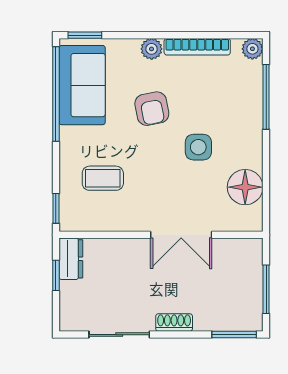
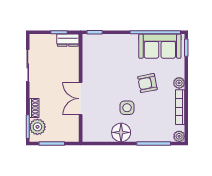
coffee table: (103, 178) -> (111, 57), removed
floor lamp: (245, 187) -> (121, 132), moved
plant: (234, 316) -> (37, 127), added
shoe rack: (174, 323) -> (34, 108), moved

